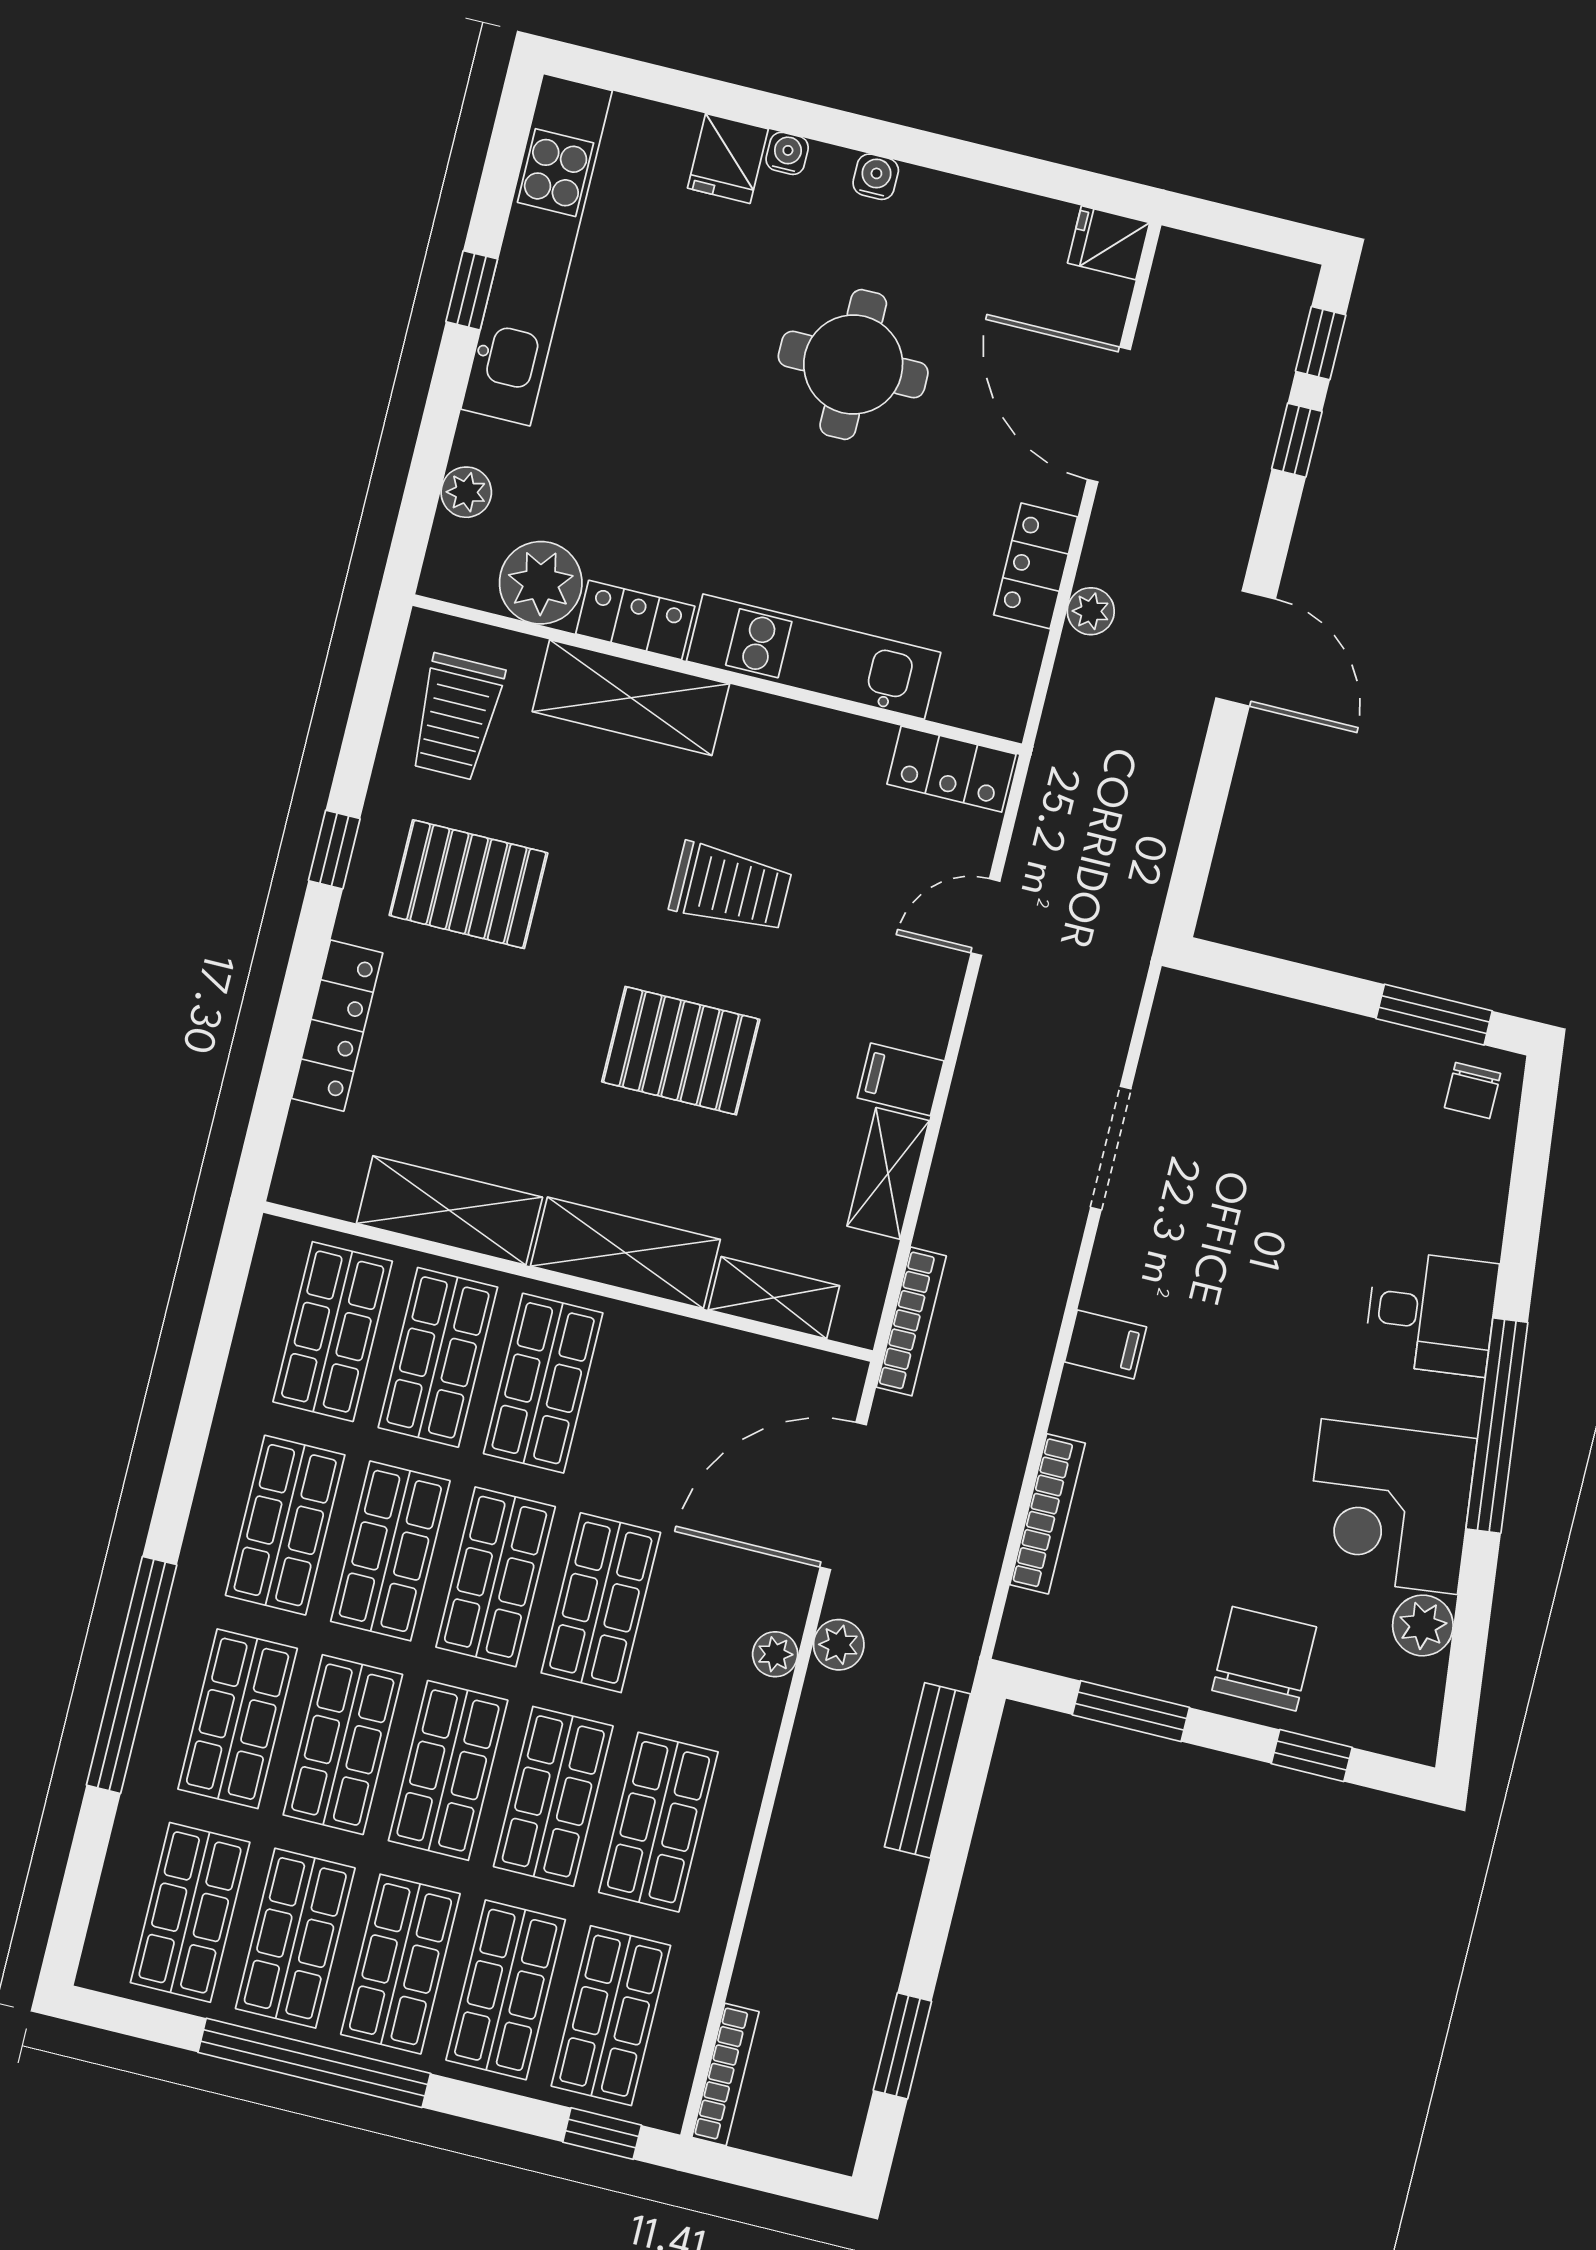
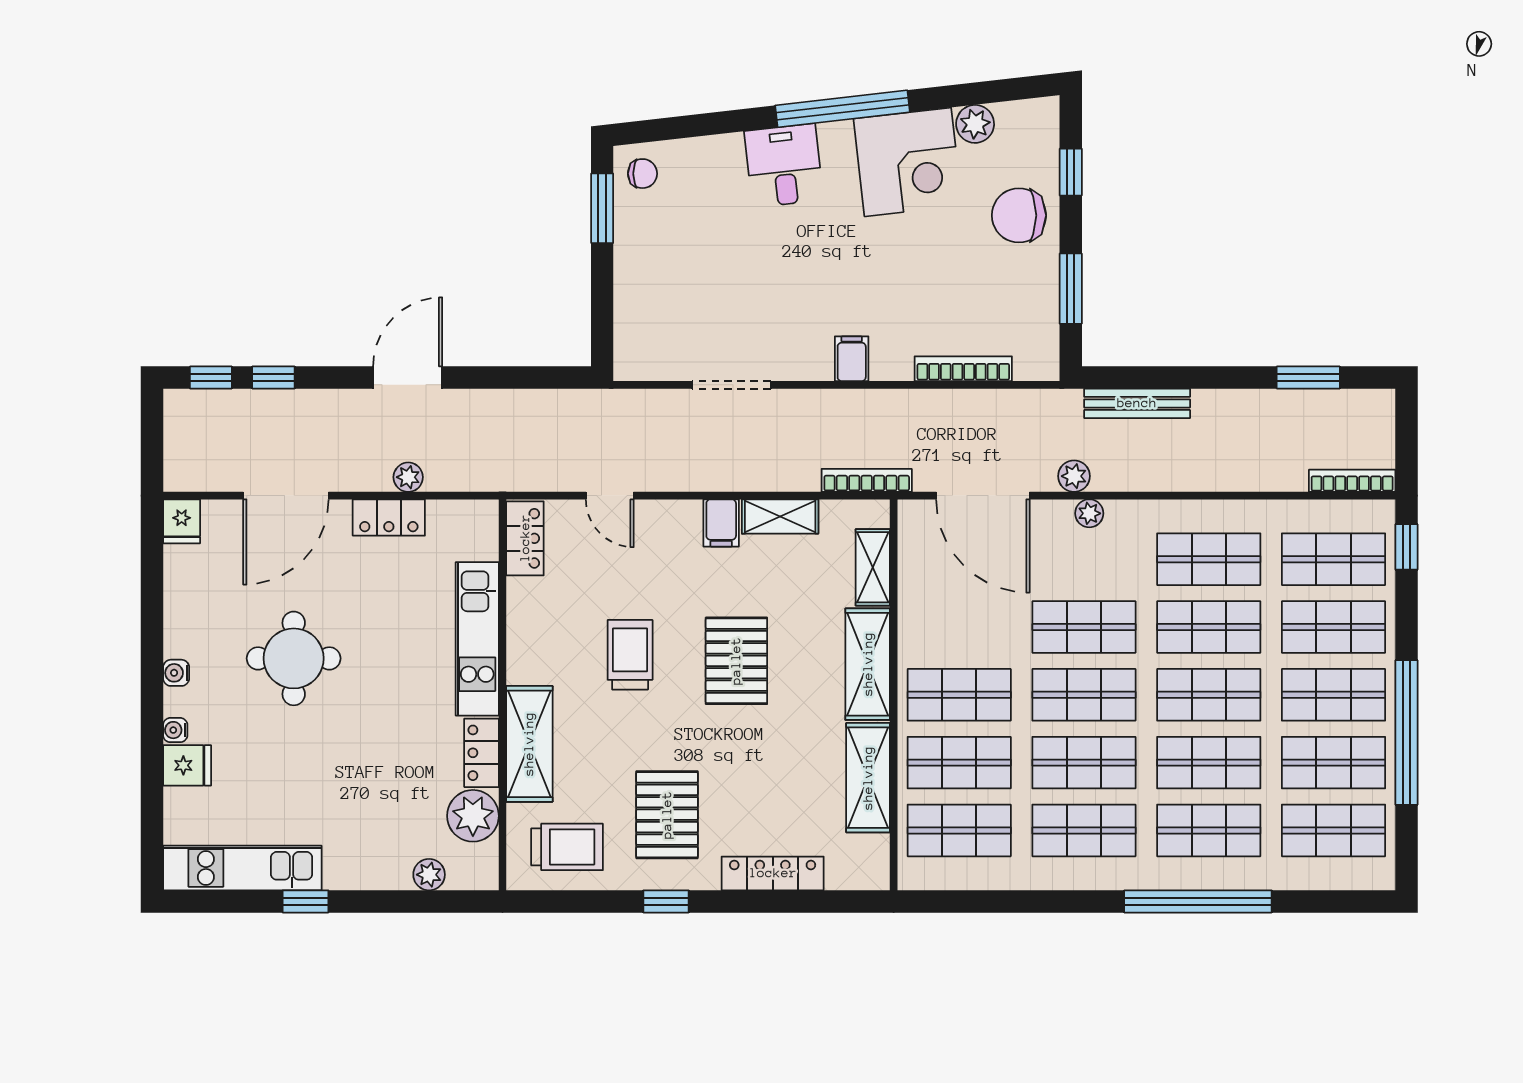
kitchen unit: (537, 250) -> (242, 868), width x0.73

